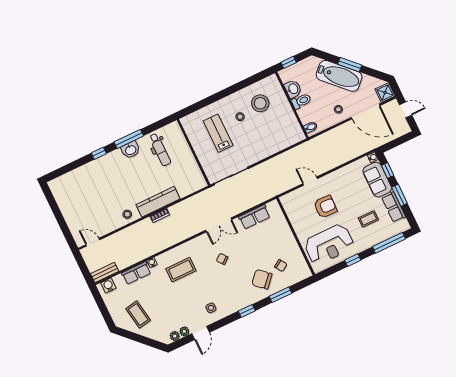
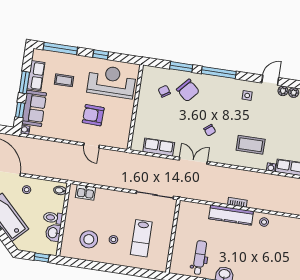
kitchen sink: (289, 140) -> (86, 192), added
window: (247, 311) -> (219, 72), width x2.17

